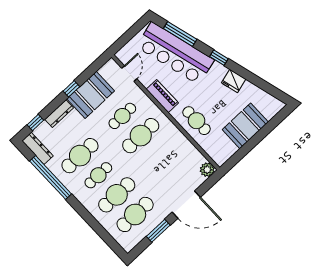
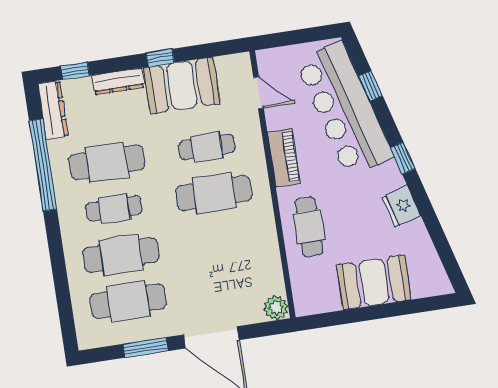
window: (180, 34) -> (371, 86), width x0.46
door: (129, 74) -> (258, 93), hinge flipped

